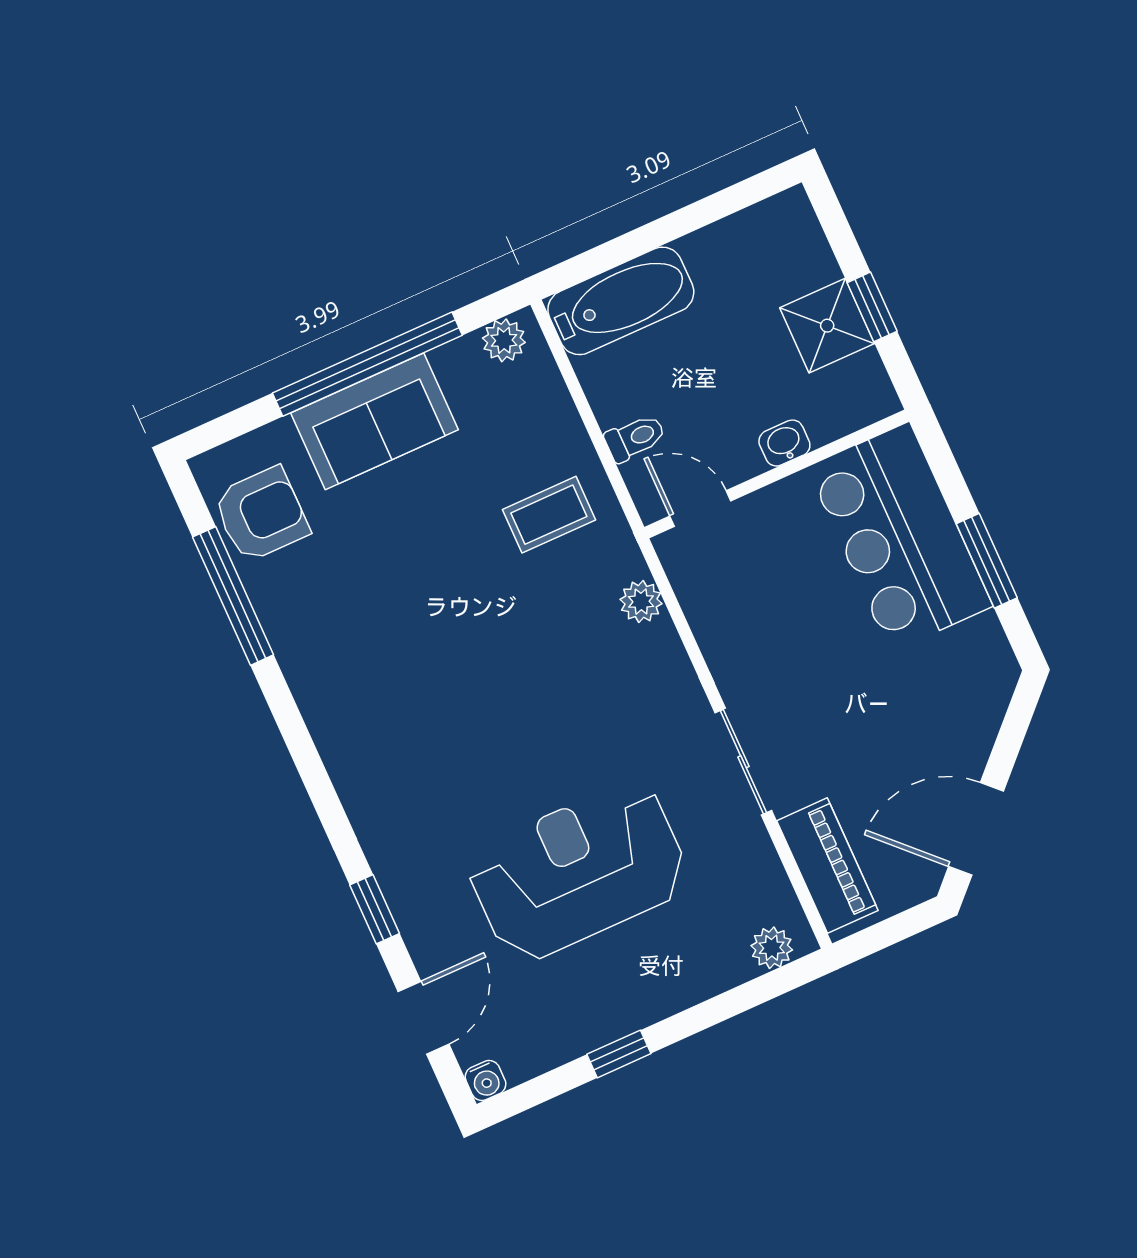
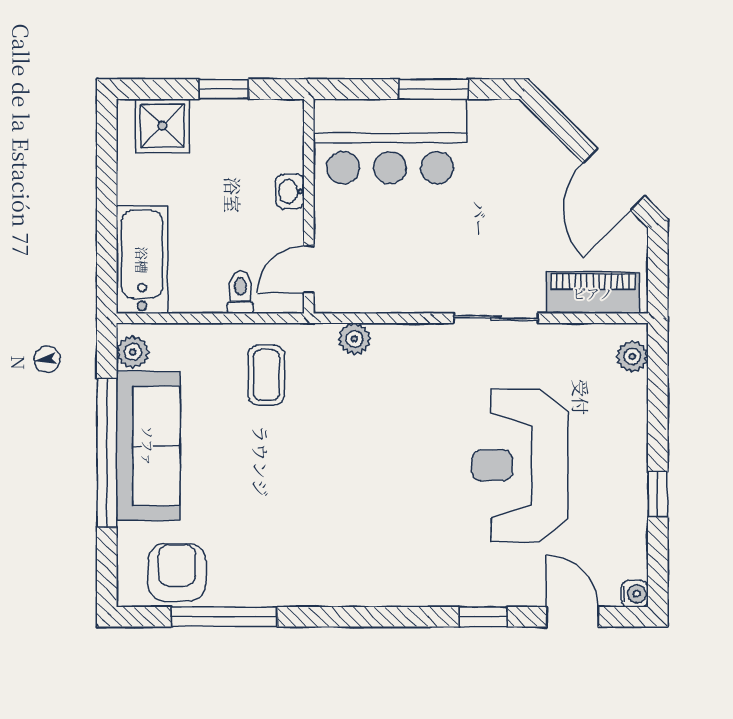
shower: (827, 326) -> (162, 126), moved
sofa: (374, 421) -> (148, 446), width x1.36

